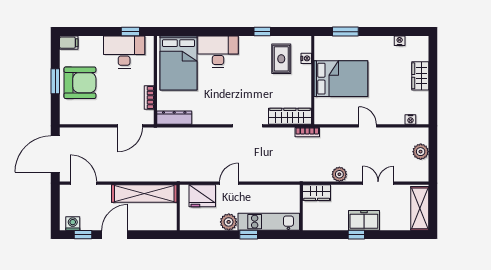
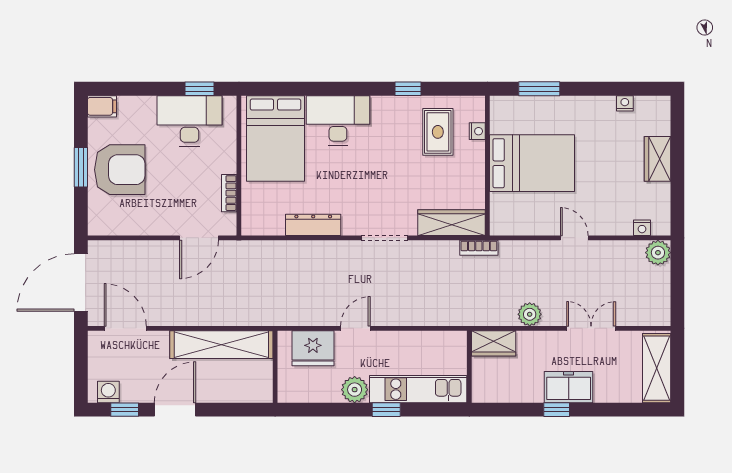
dresser: (174, 118) -> (313, 225), moved
plant: (421, 152) -> (658, 253), moved

